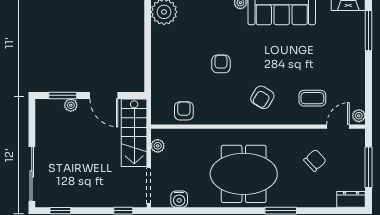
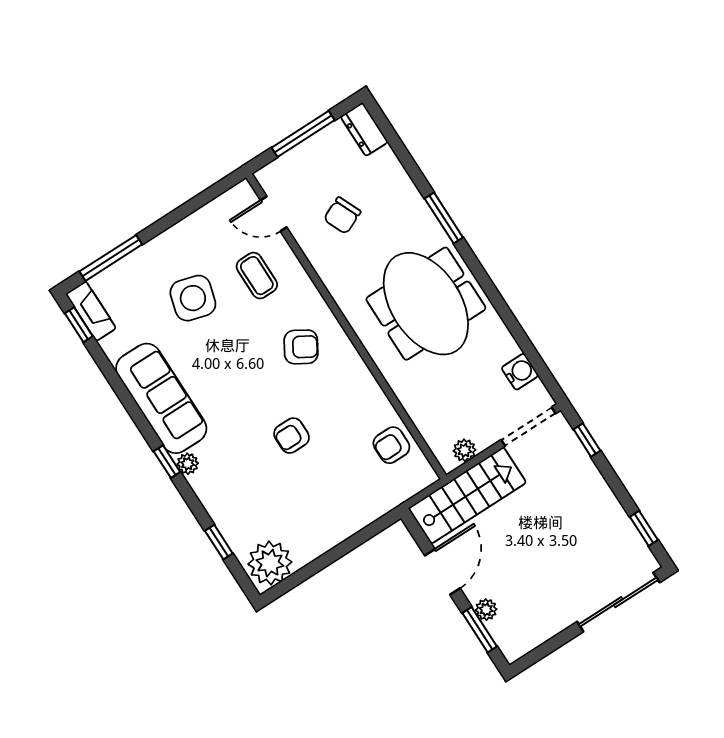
side table: (322, 59) -> (193, 298), added
plant: (359, 116) -> (239, 194), removed
chair: (315, 160) -> (342, 215), turned -71

